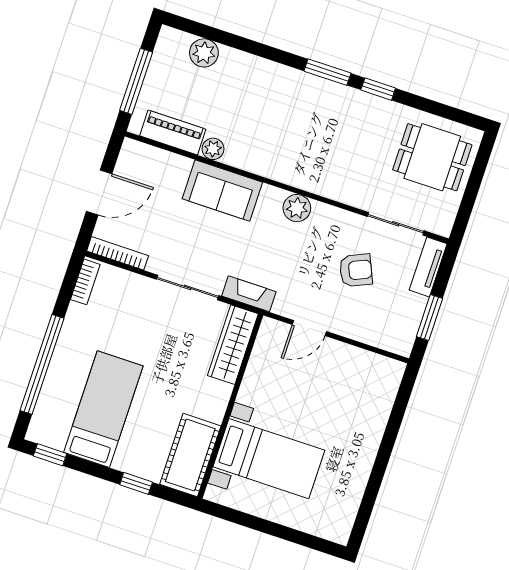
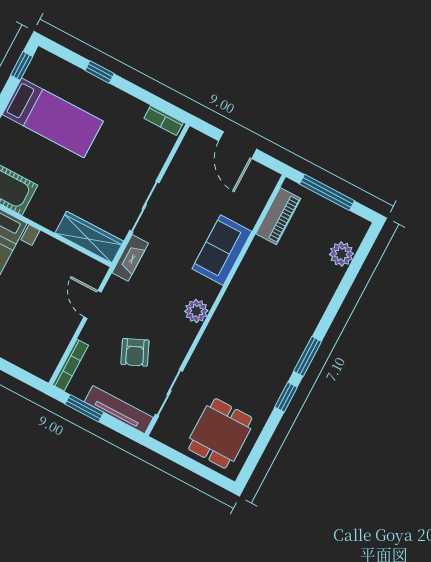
plant: (213, 149) -> (259, 248), removed
bookcase: (118, 253) -> (70, 365), moved
tv unit: (428, 267) -> (119, 410), width x1.41
window: (42, 364) -> (100, 72), width x0.32

